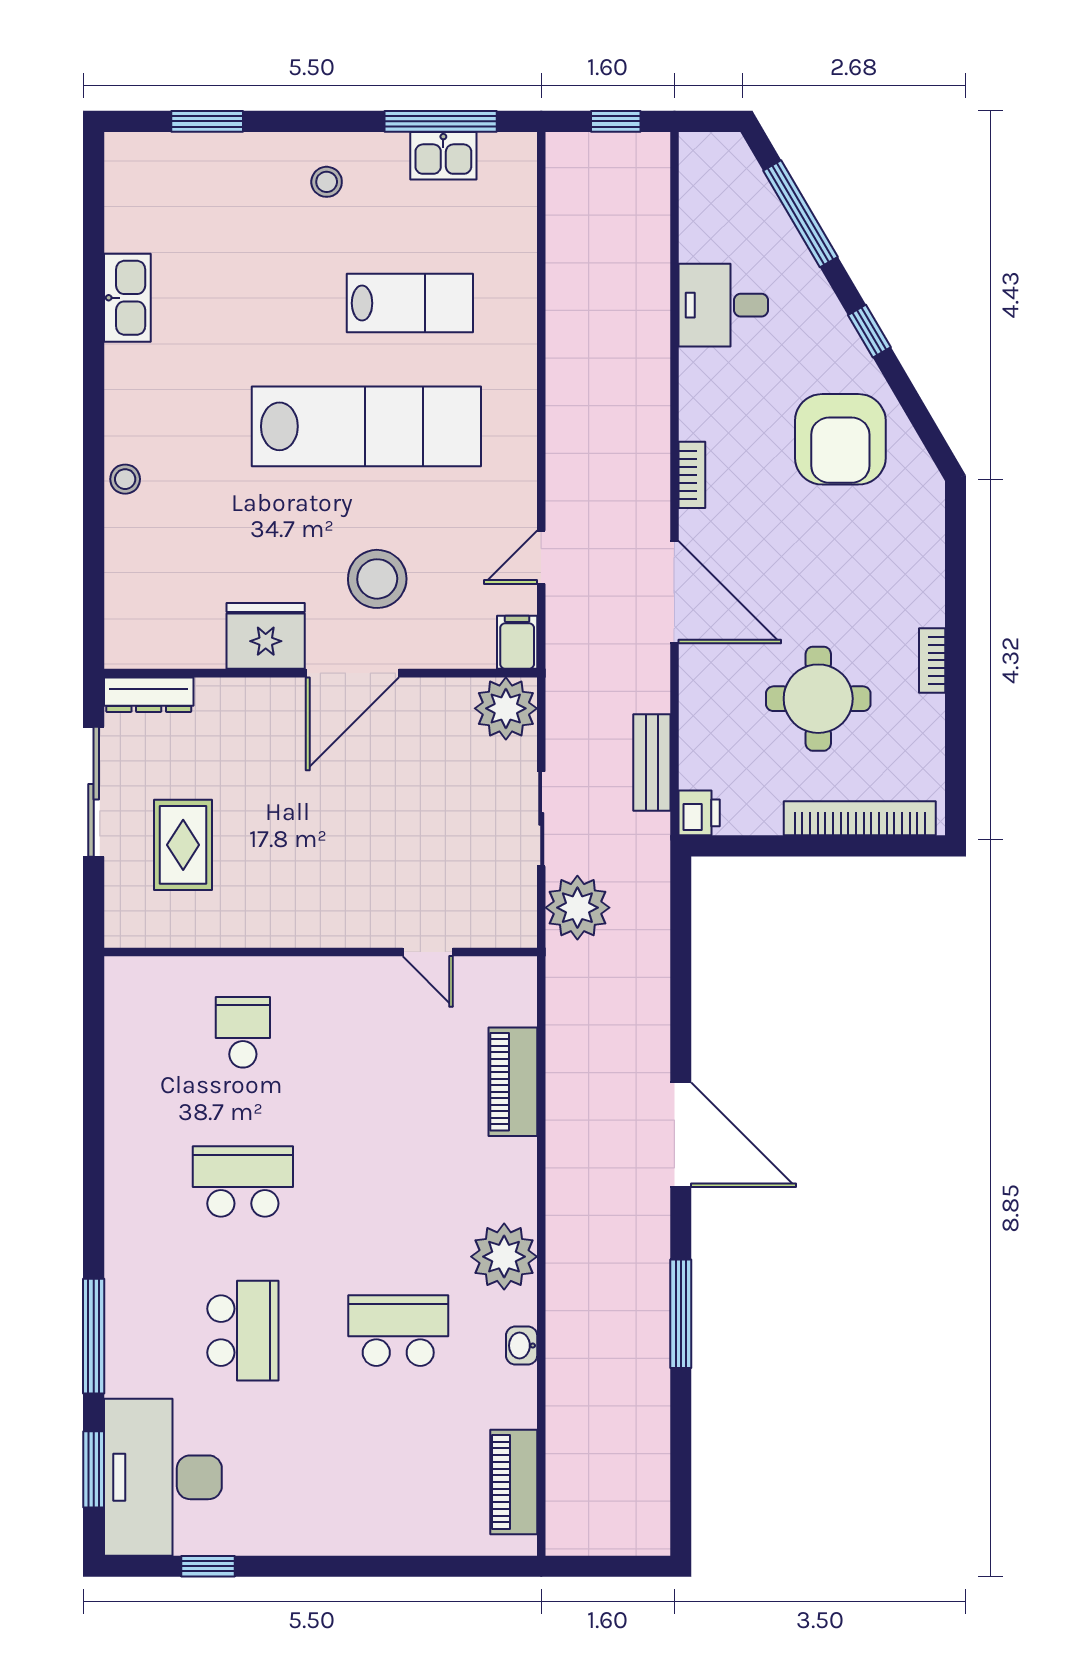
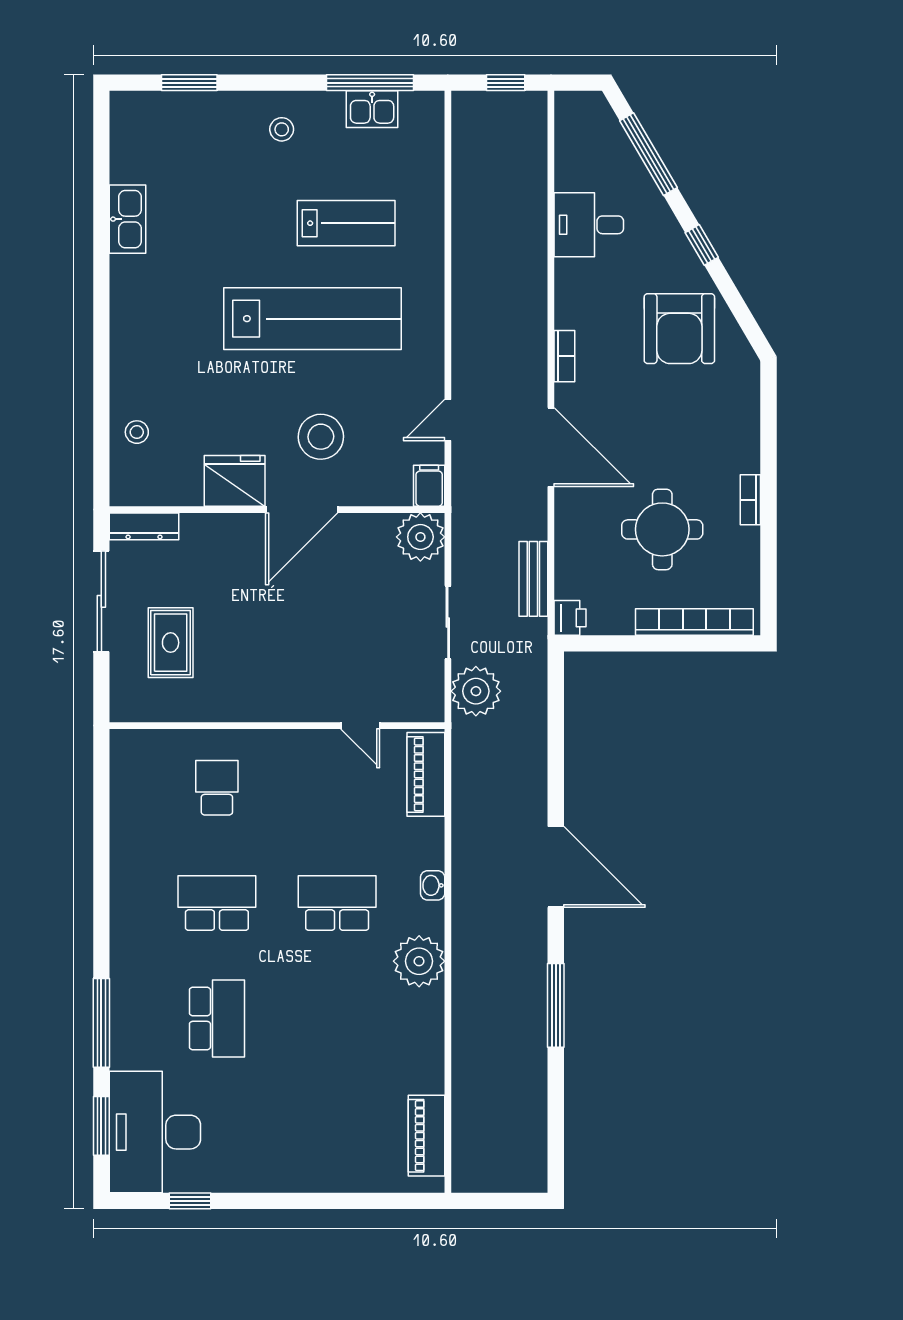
stool: (125, 479) -> (137, 432), moved
piano: (513, 1082) -> (426, 774), moved
school desk: (398, 1331) -> (337, 903), moved
washbasin: (522, 1346) -> (433, 885), moved

